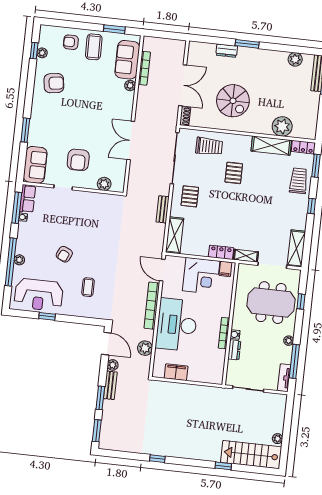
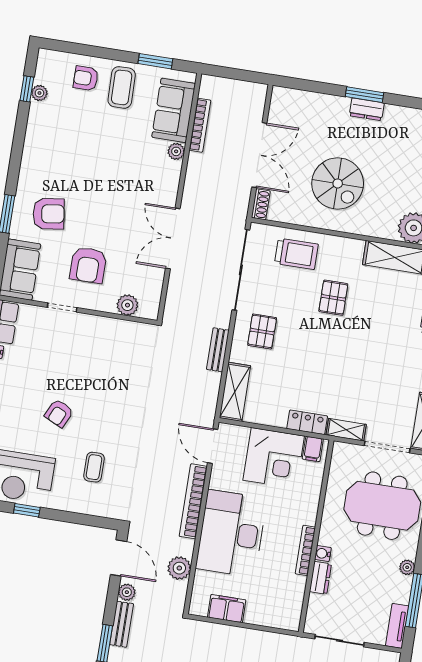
dresser: (227, 51) -> (367, 109), moved
armchair: (54, 83) -> (49, 214), moved

